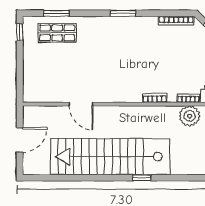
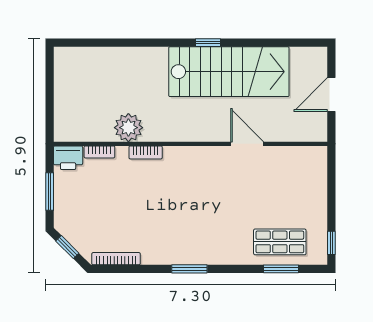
plant: (190, 116) -> (128, 128), moved
stairs: (110, 157) -> (229, 72), width x0.73
window: (142, 178) -> (208, 43), moved

